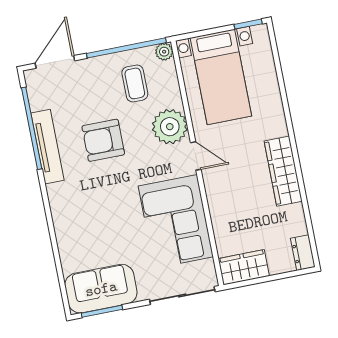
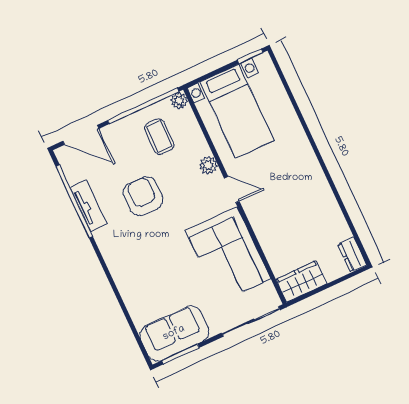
door: (55, 62) -> (81, 135), swing flipped
plant: (170, 127) -> (208, 165), width x0.53, depth x0.53
armchair: (103, 140) -> (143, 196), turned 90
tv unit: (48, 147) -> (89, 206), width x0.71
wardrobe: (283, 171) -> (316, 184), removed

